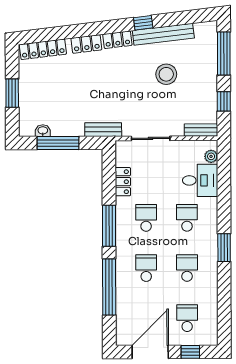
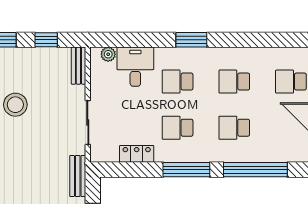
window: (224, 248) -> (191, 40), moved

